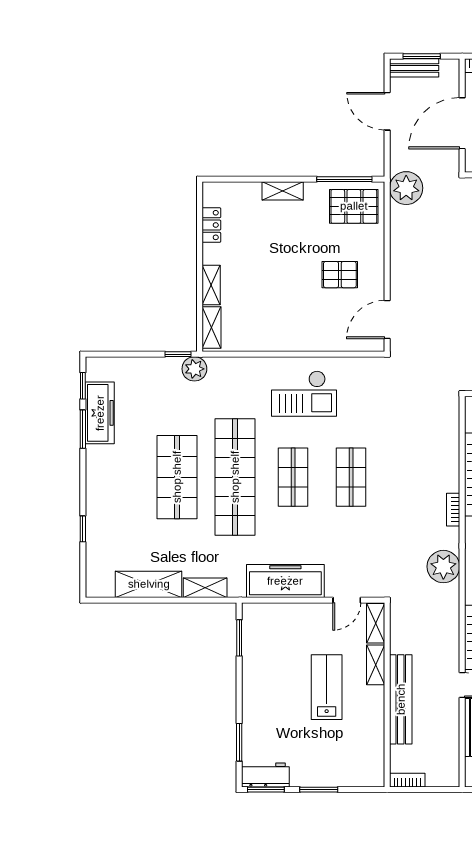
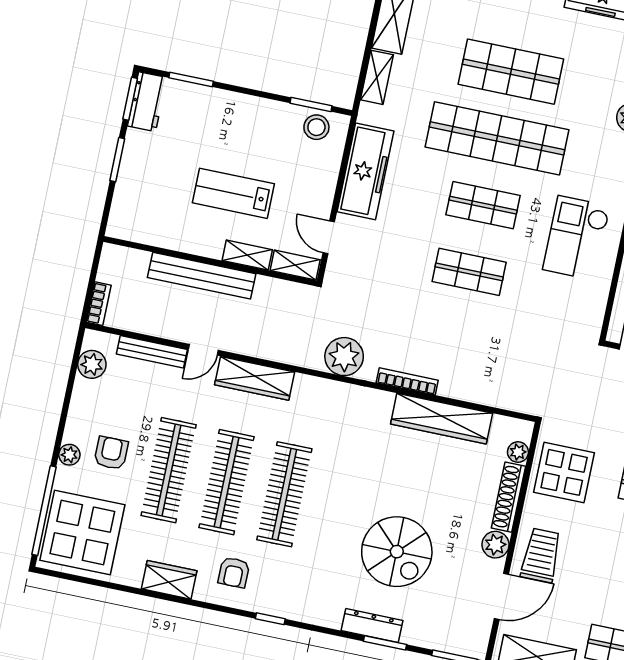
bookcase: (453, 510) -> (407, 381), width x1.56
stool: (257, 629) -> (316, 127), added
lab bench: (327, 687) -> (233, 193), turned 180
bookcase: (407, 780) -> (99, 304), moved

